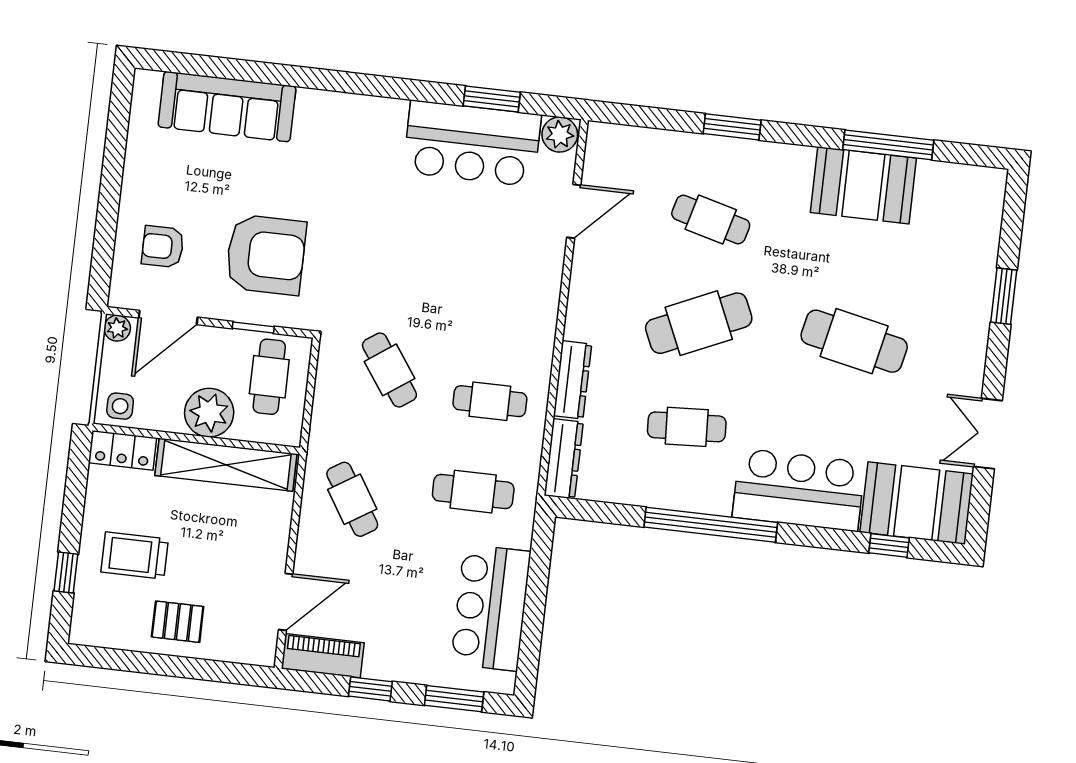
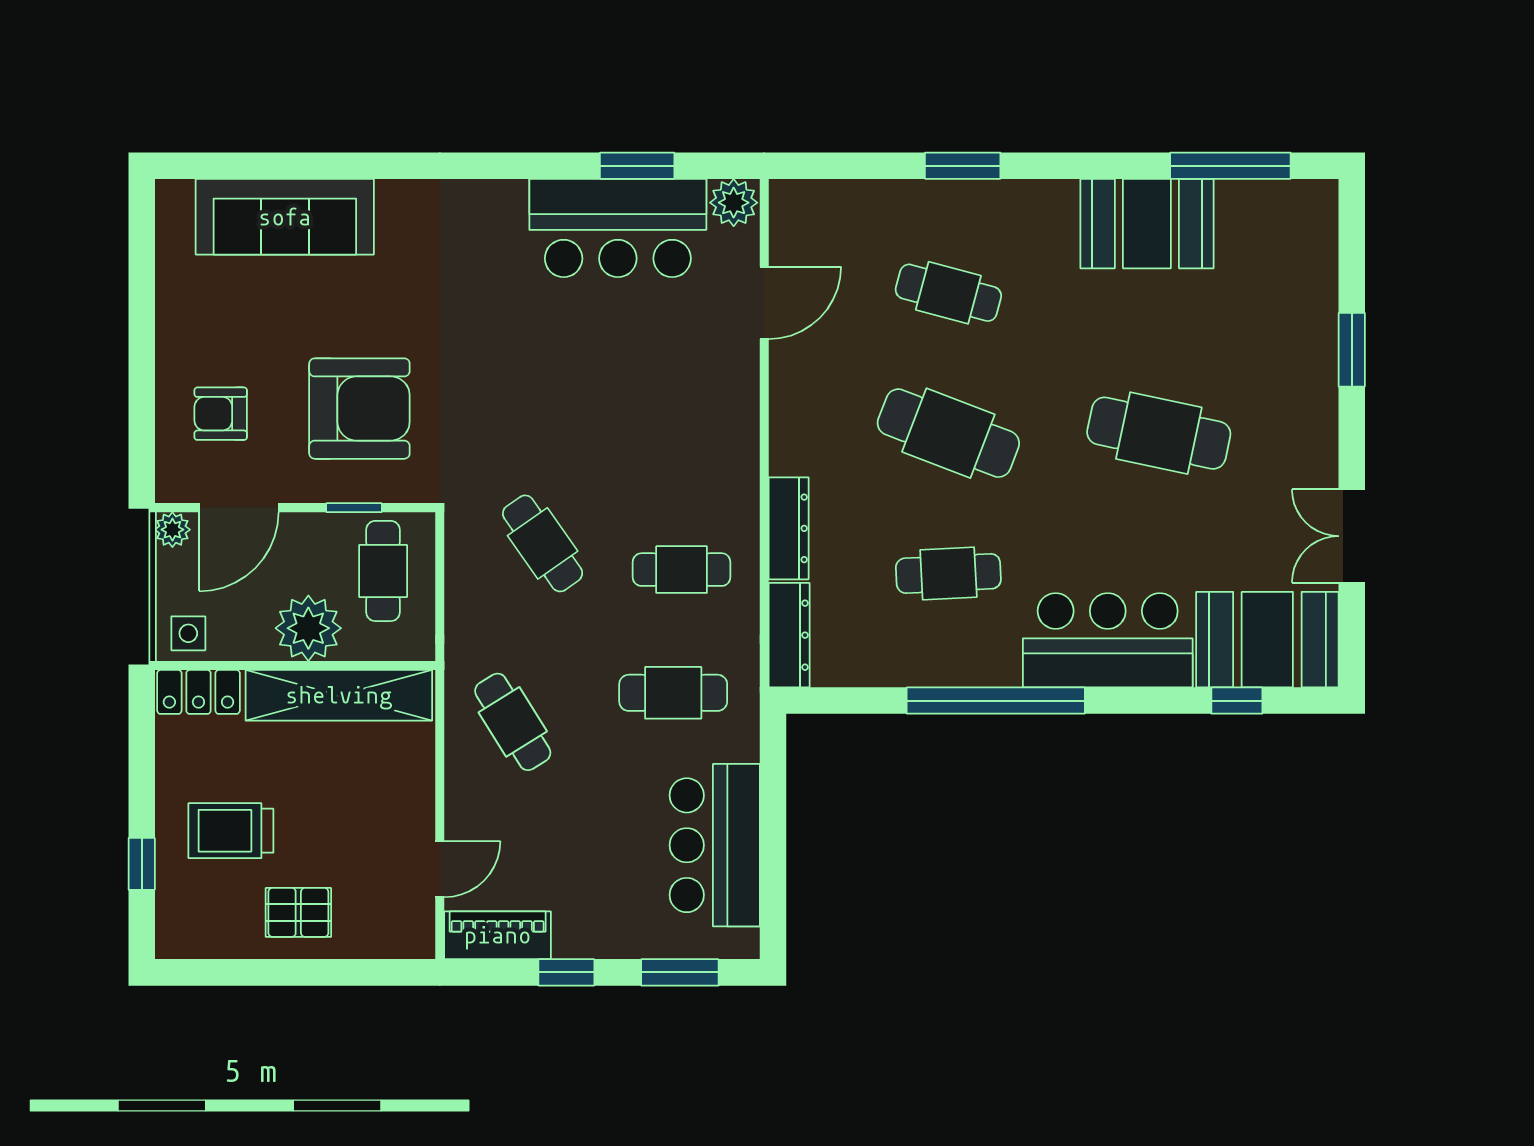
window: (888, 145) -> (1230, 166), moved
cafe table: (699, 323) -> (948, 433), turned 45
door: (286, 602) -> (440, 869), width x0.73

